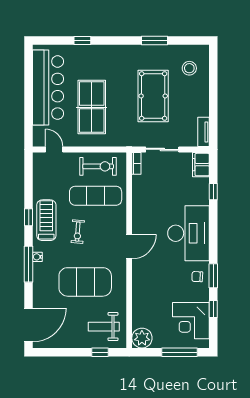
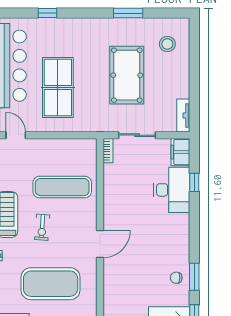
exercise bike: (98, 166) -> (65, 154), removed
desk: (188, 233) -> (172, 190), moved, width x0.73, depth x0.77

